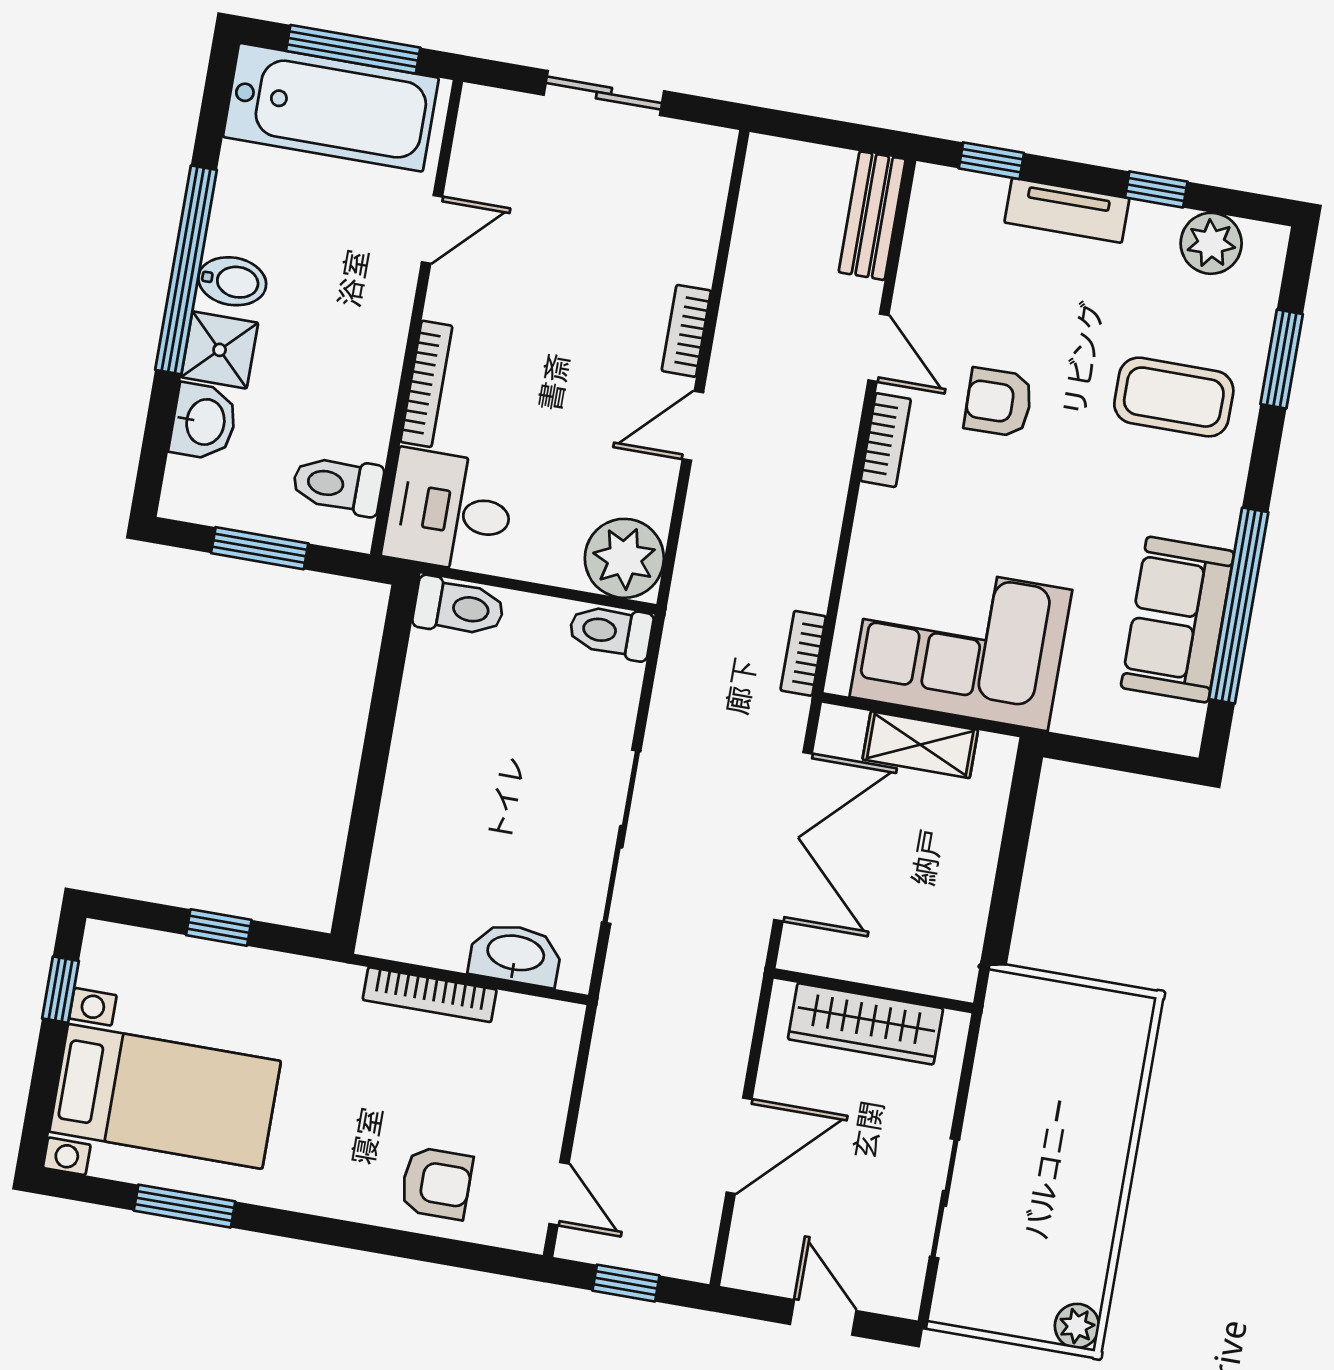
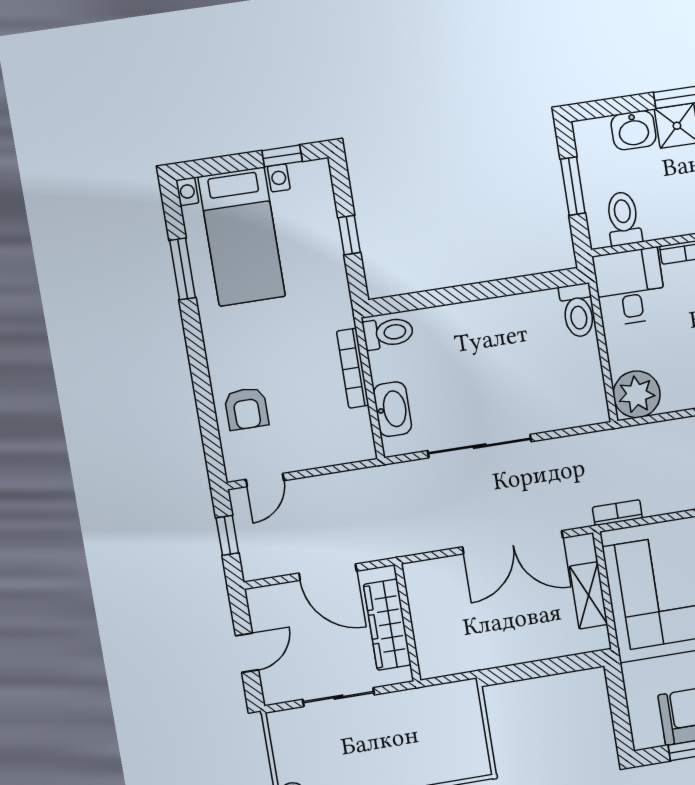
toilet: (611, 632) -> (388, 333), moved, turned 90
wall: (873, 991) -> (407, 623), moved
wardrobe: (865, 1024) -> (387, 625), moved

